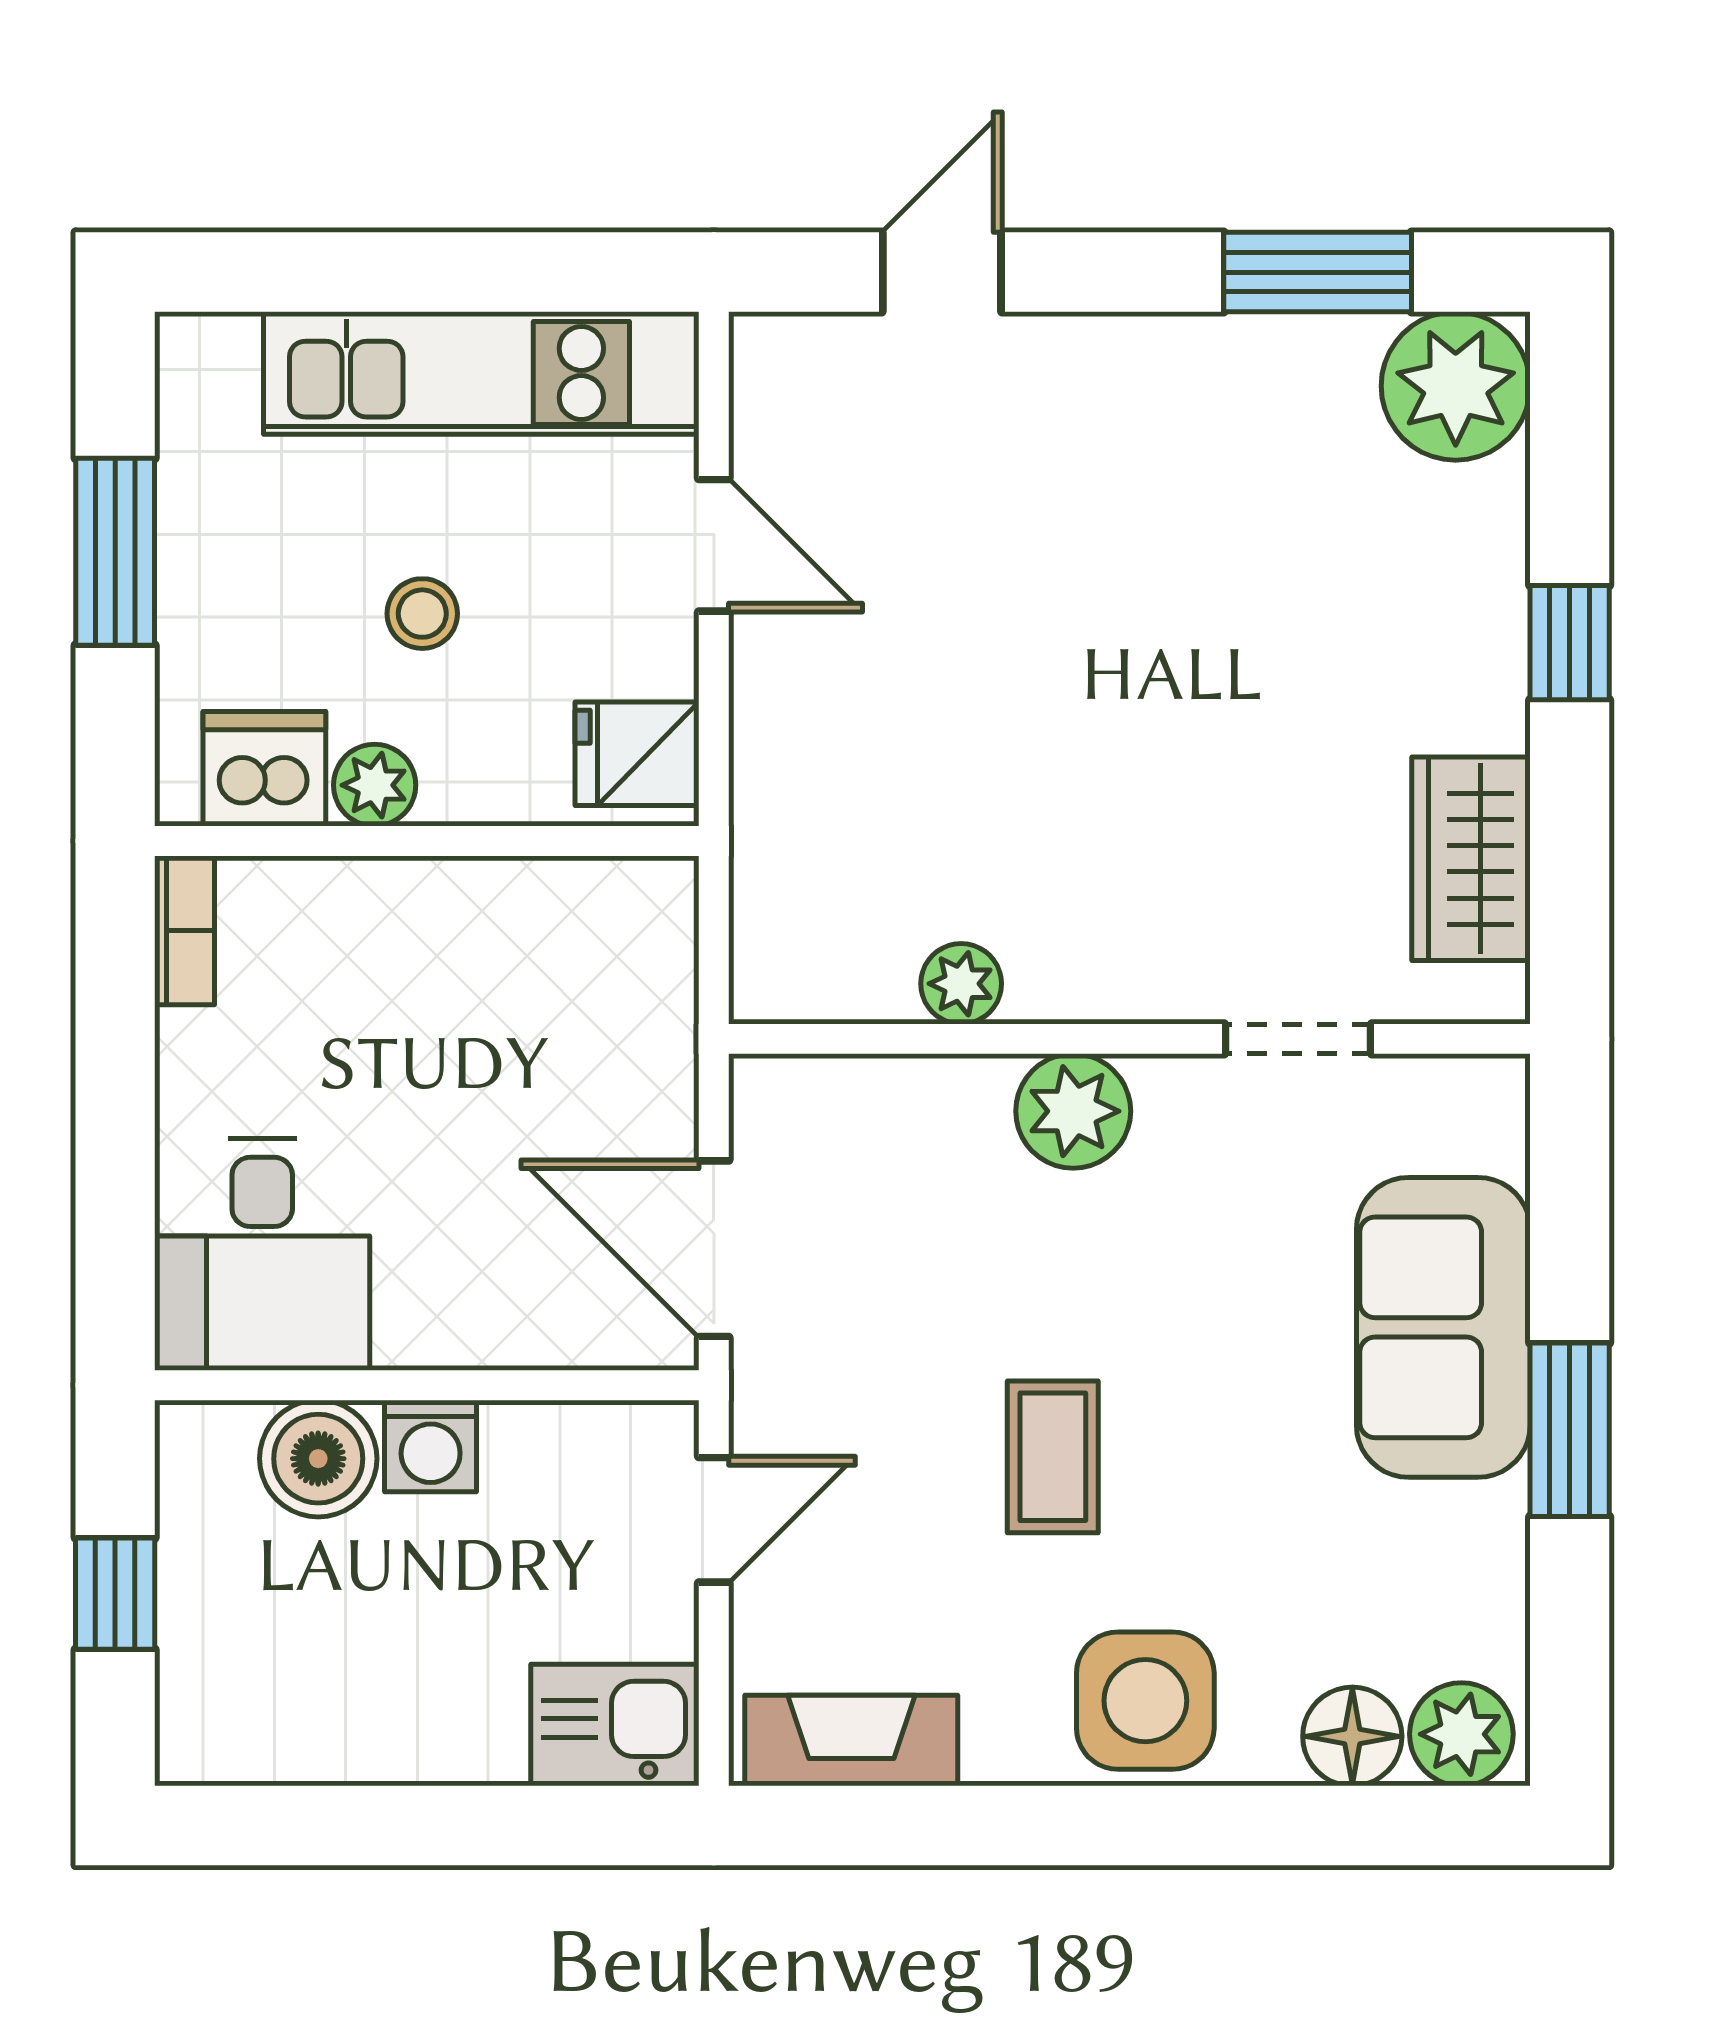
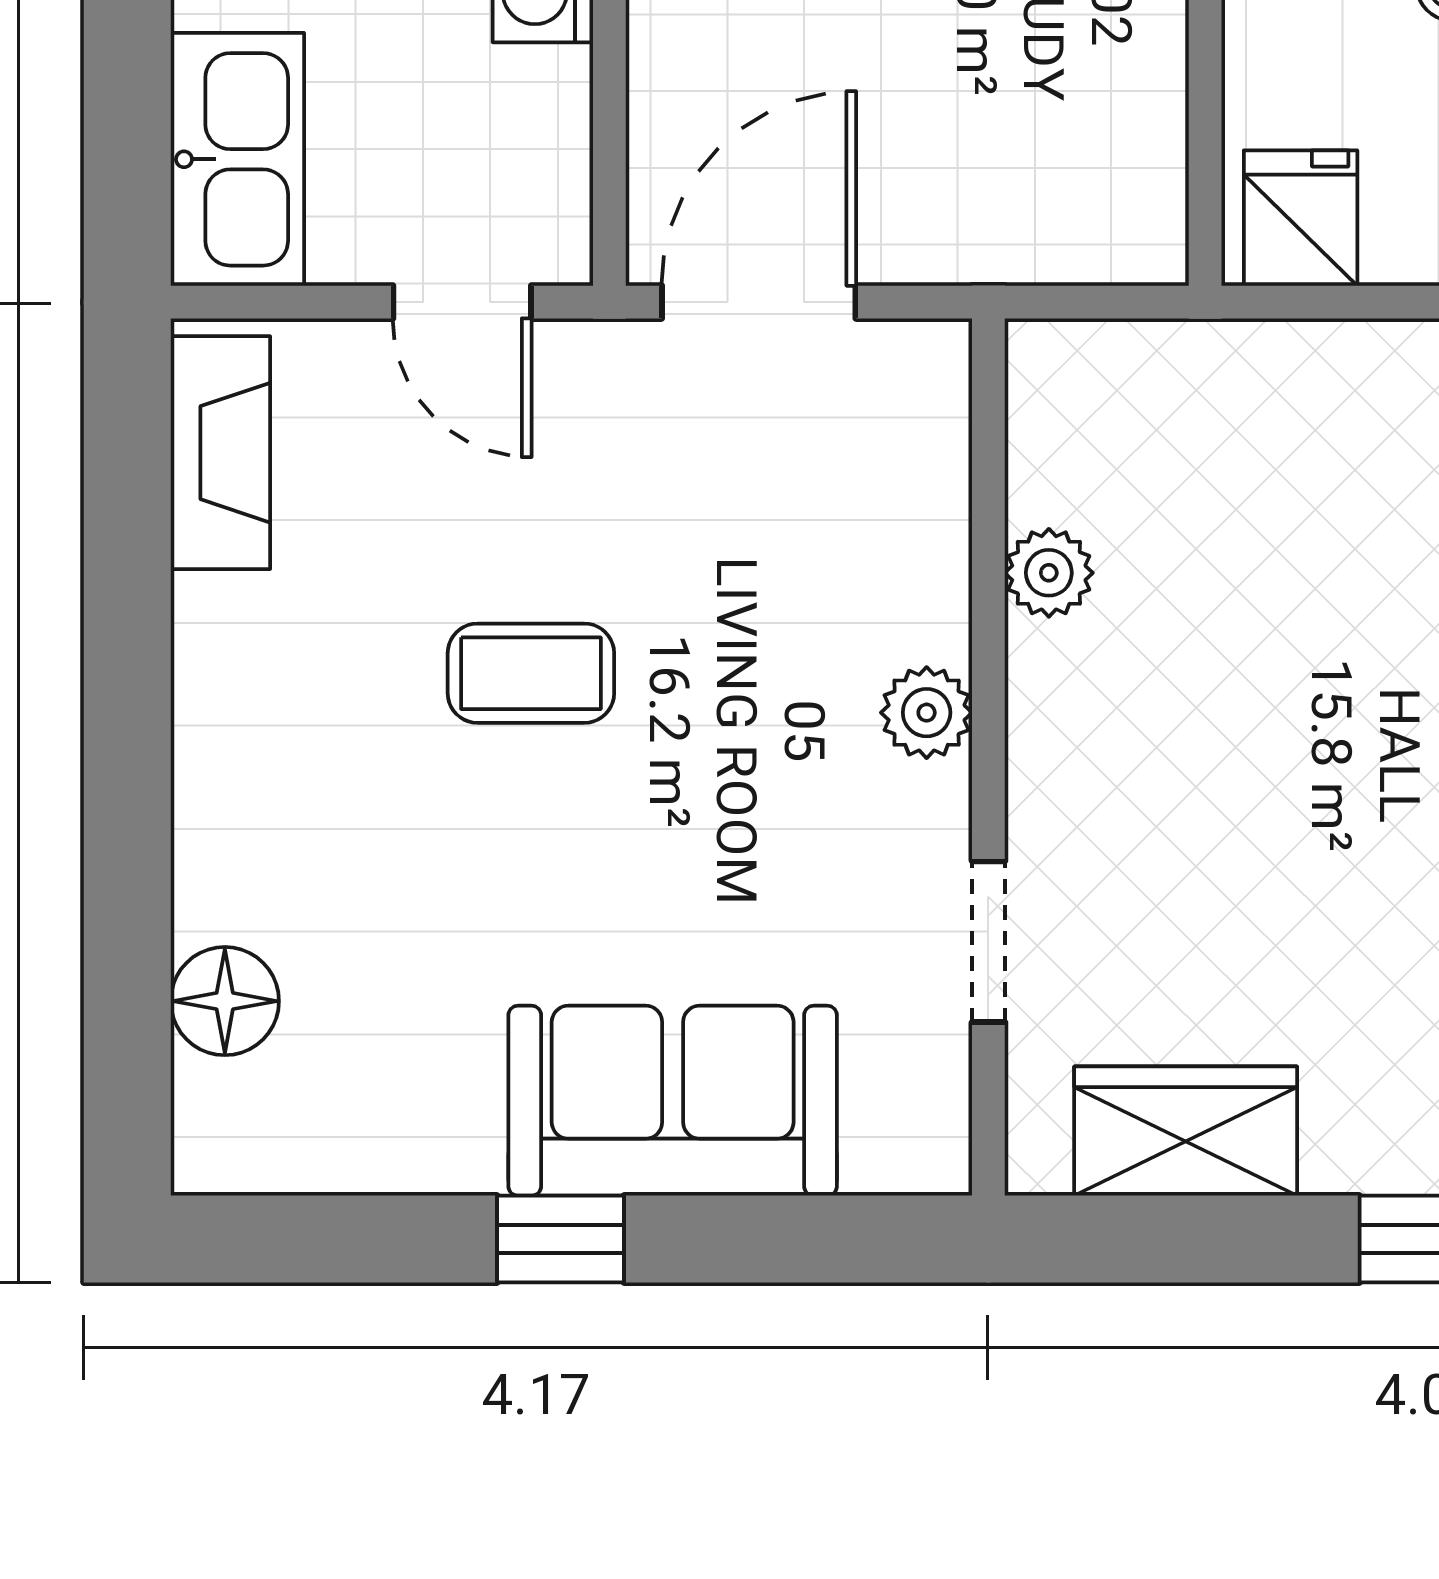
plant: (1073, 1111) -> (927, 713), width x0.73, depth x0.73
window: (1570, 1430) -> (560, 1239), width x0.67
side table: (1145, 1701) -> (264, 774), removed
kitchen sink: (615, 1725) -> (237, 159), width x1.38
plant: (1461, 1734) -> (227, 1120), removed

